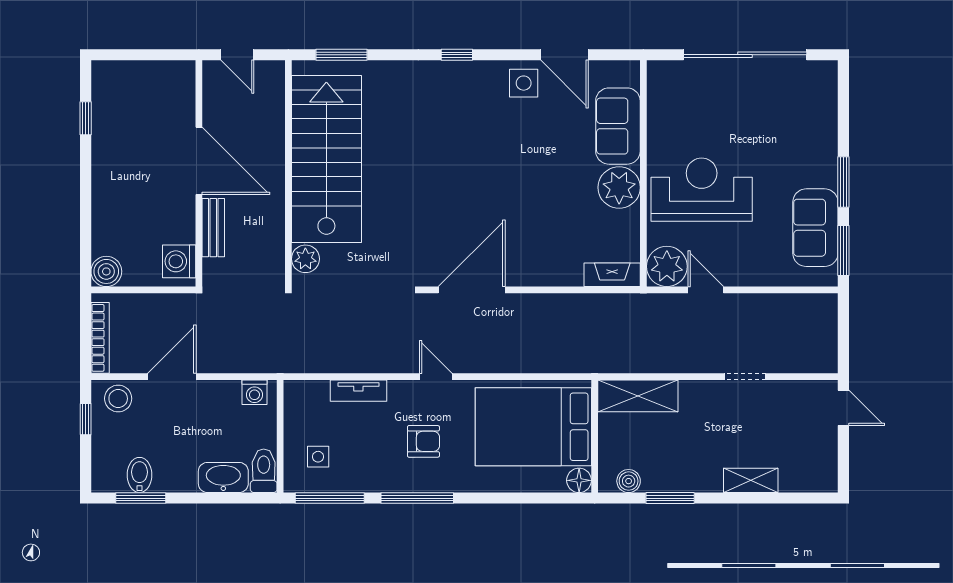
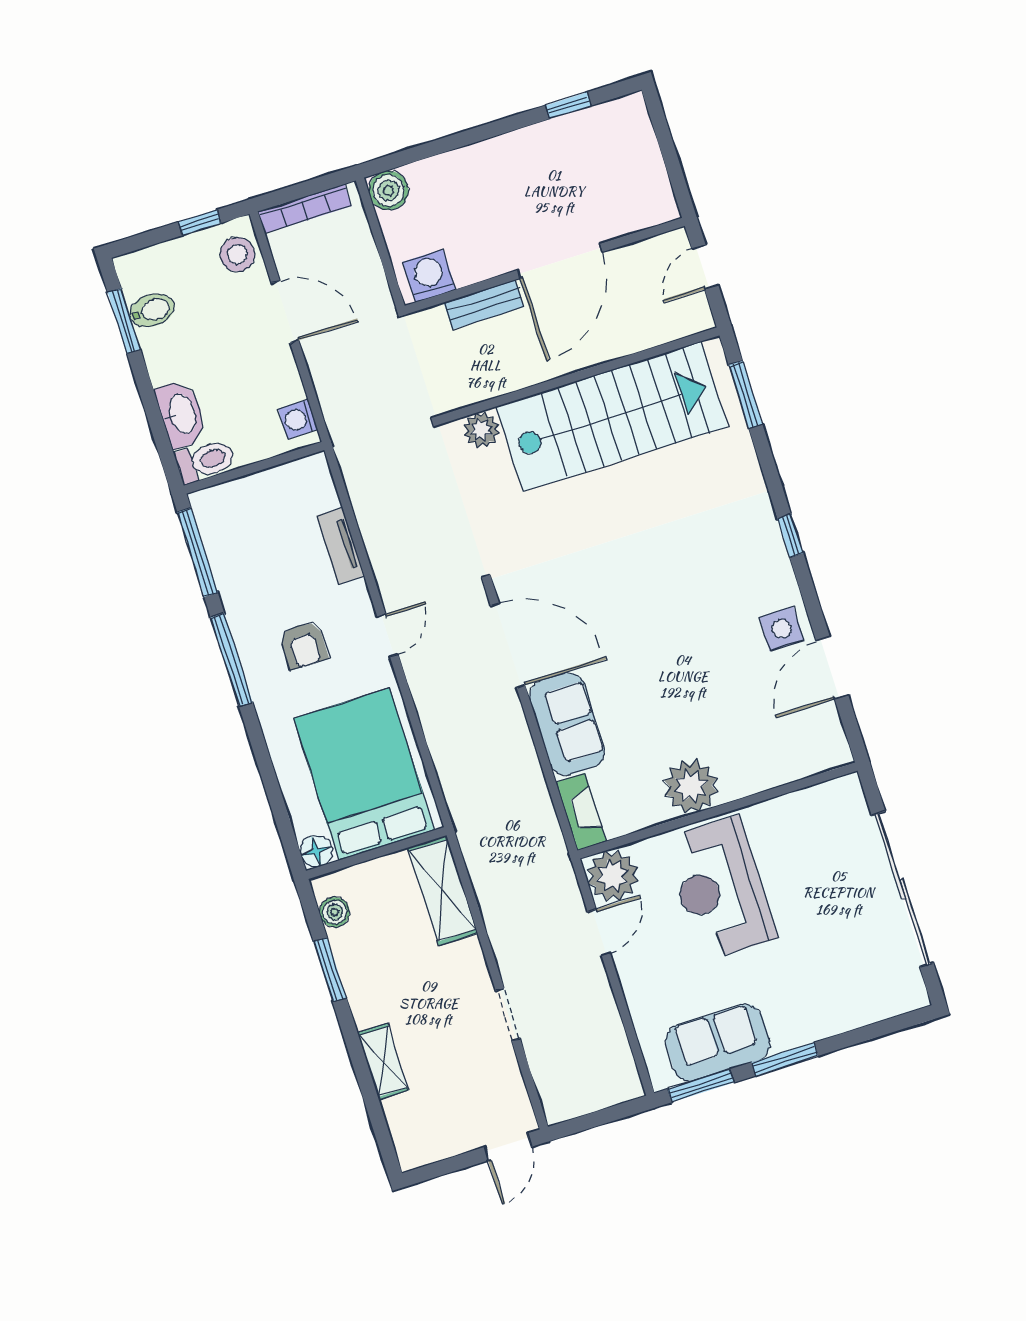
sofa: (618, 126) -> (567, 724), moved, turned 90
reception desk: (702, 190) -> (720, 888), turned 180
side table: (318, 457) -> (244, 522), removed

